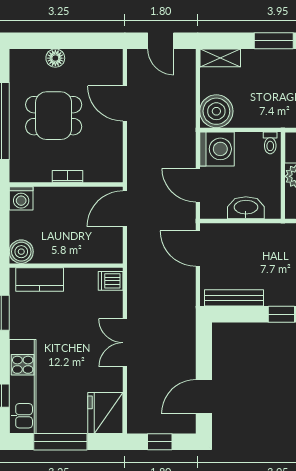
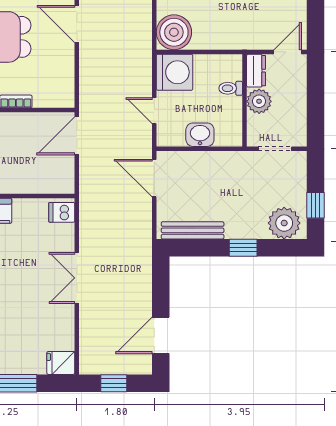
toilet: (270, 143) -> (231, 88), moved, turned 90
door: (198, 185) -> (154, 111), width x0.73
washbasin: (246, 208) -> (200, 135), width x0.72
fridge: (105, 413) -> (61, 363), width x0.53, depth x0.75

